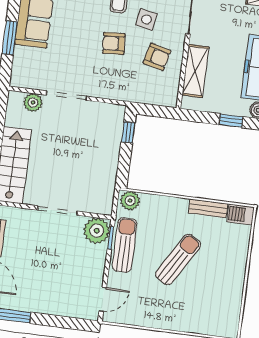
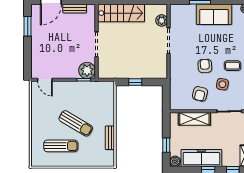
window: (128, 132) -> (135, 82), moved
plant: (130, 201) -> (108, 89), removed
barbecue: (241, 214) -> (109, 159), removed
sun lounger: (125, 245) -> (61, 146), moved

